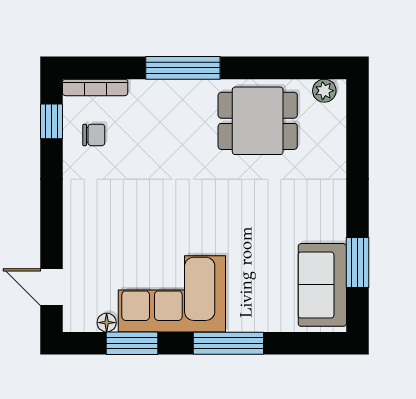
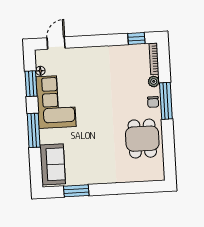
plant: (324, 91) -> (154, 81), moved
chair: (94, 135) -> (153, 102), moved
sofa: (322, 285) -> (53, 164), moved, turned 90

